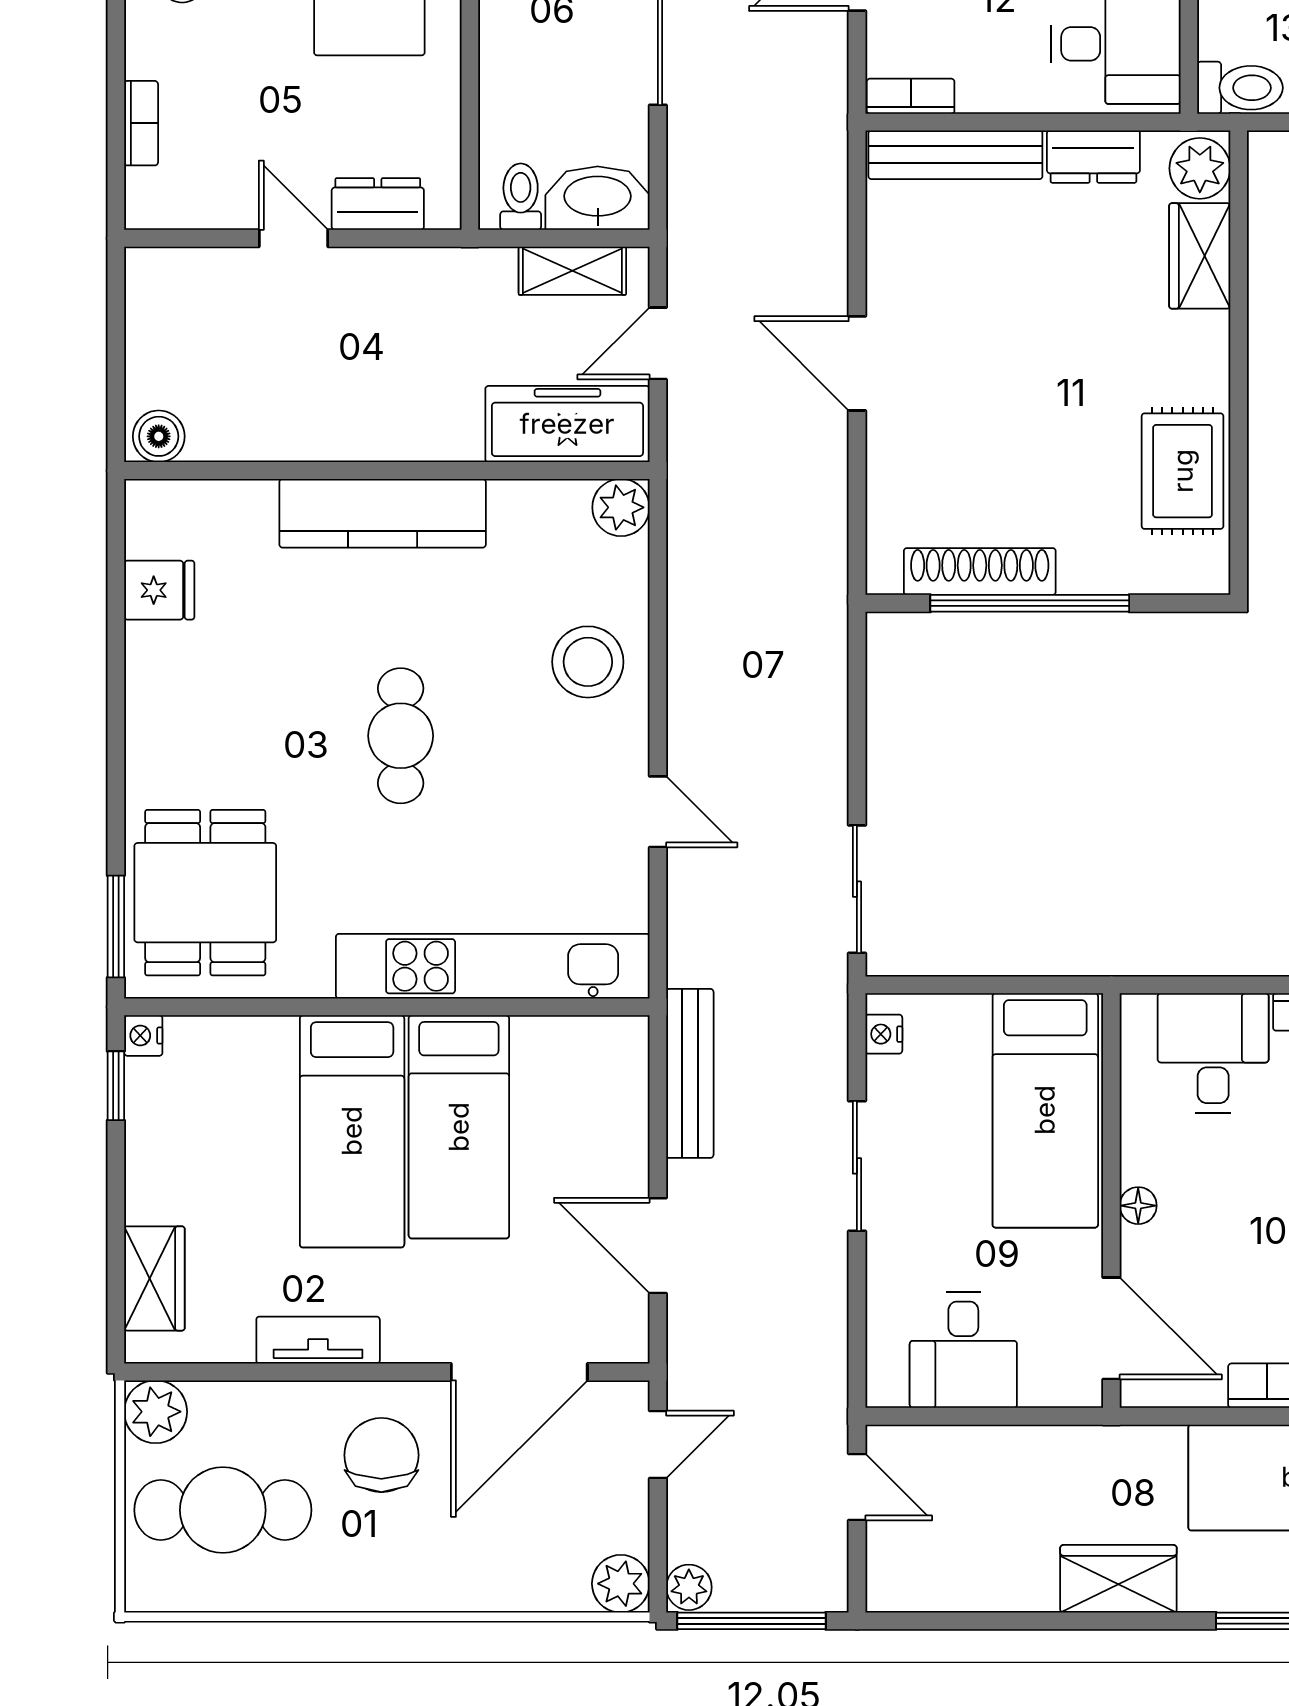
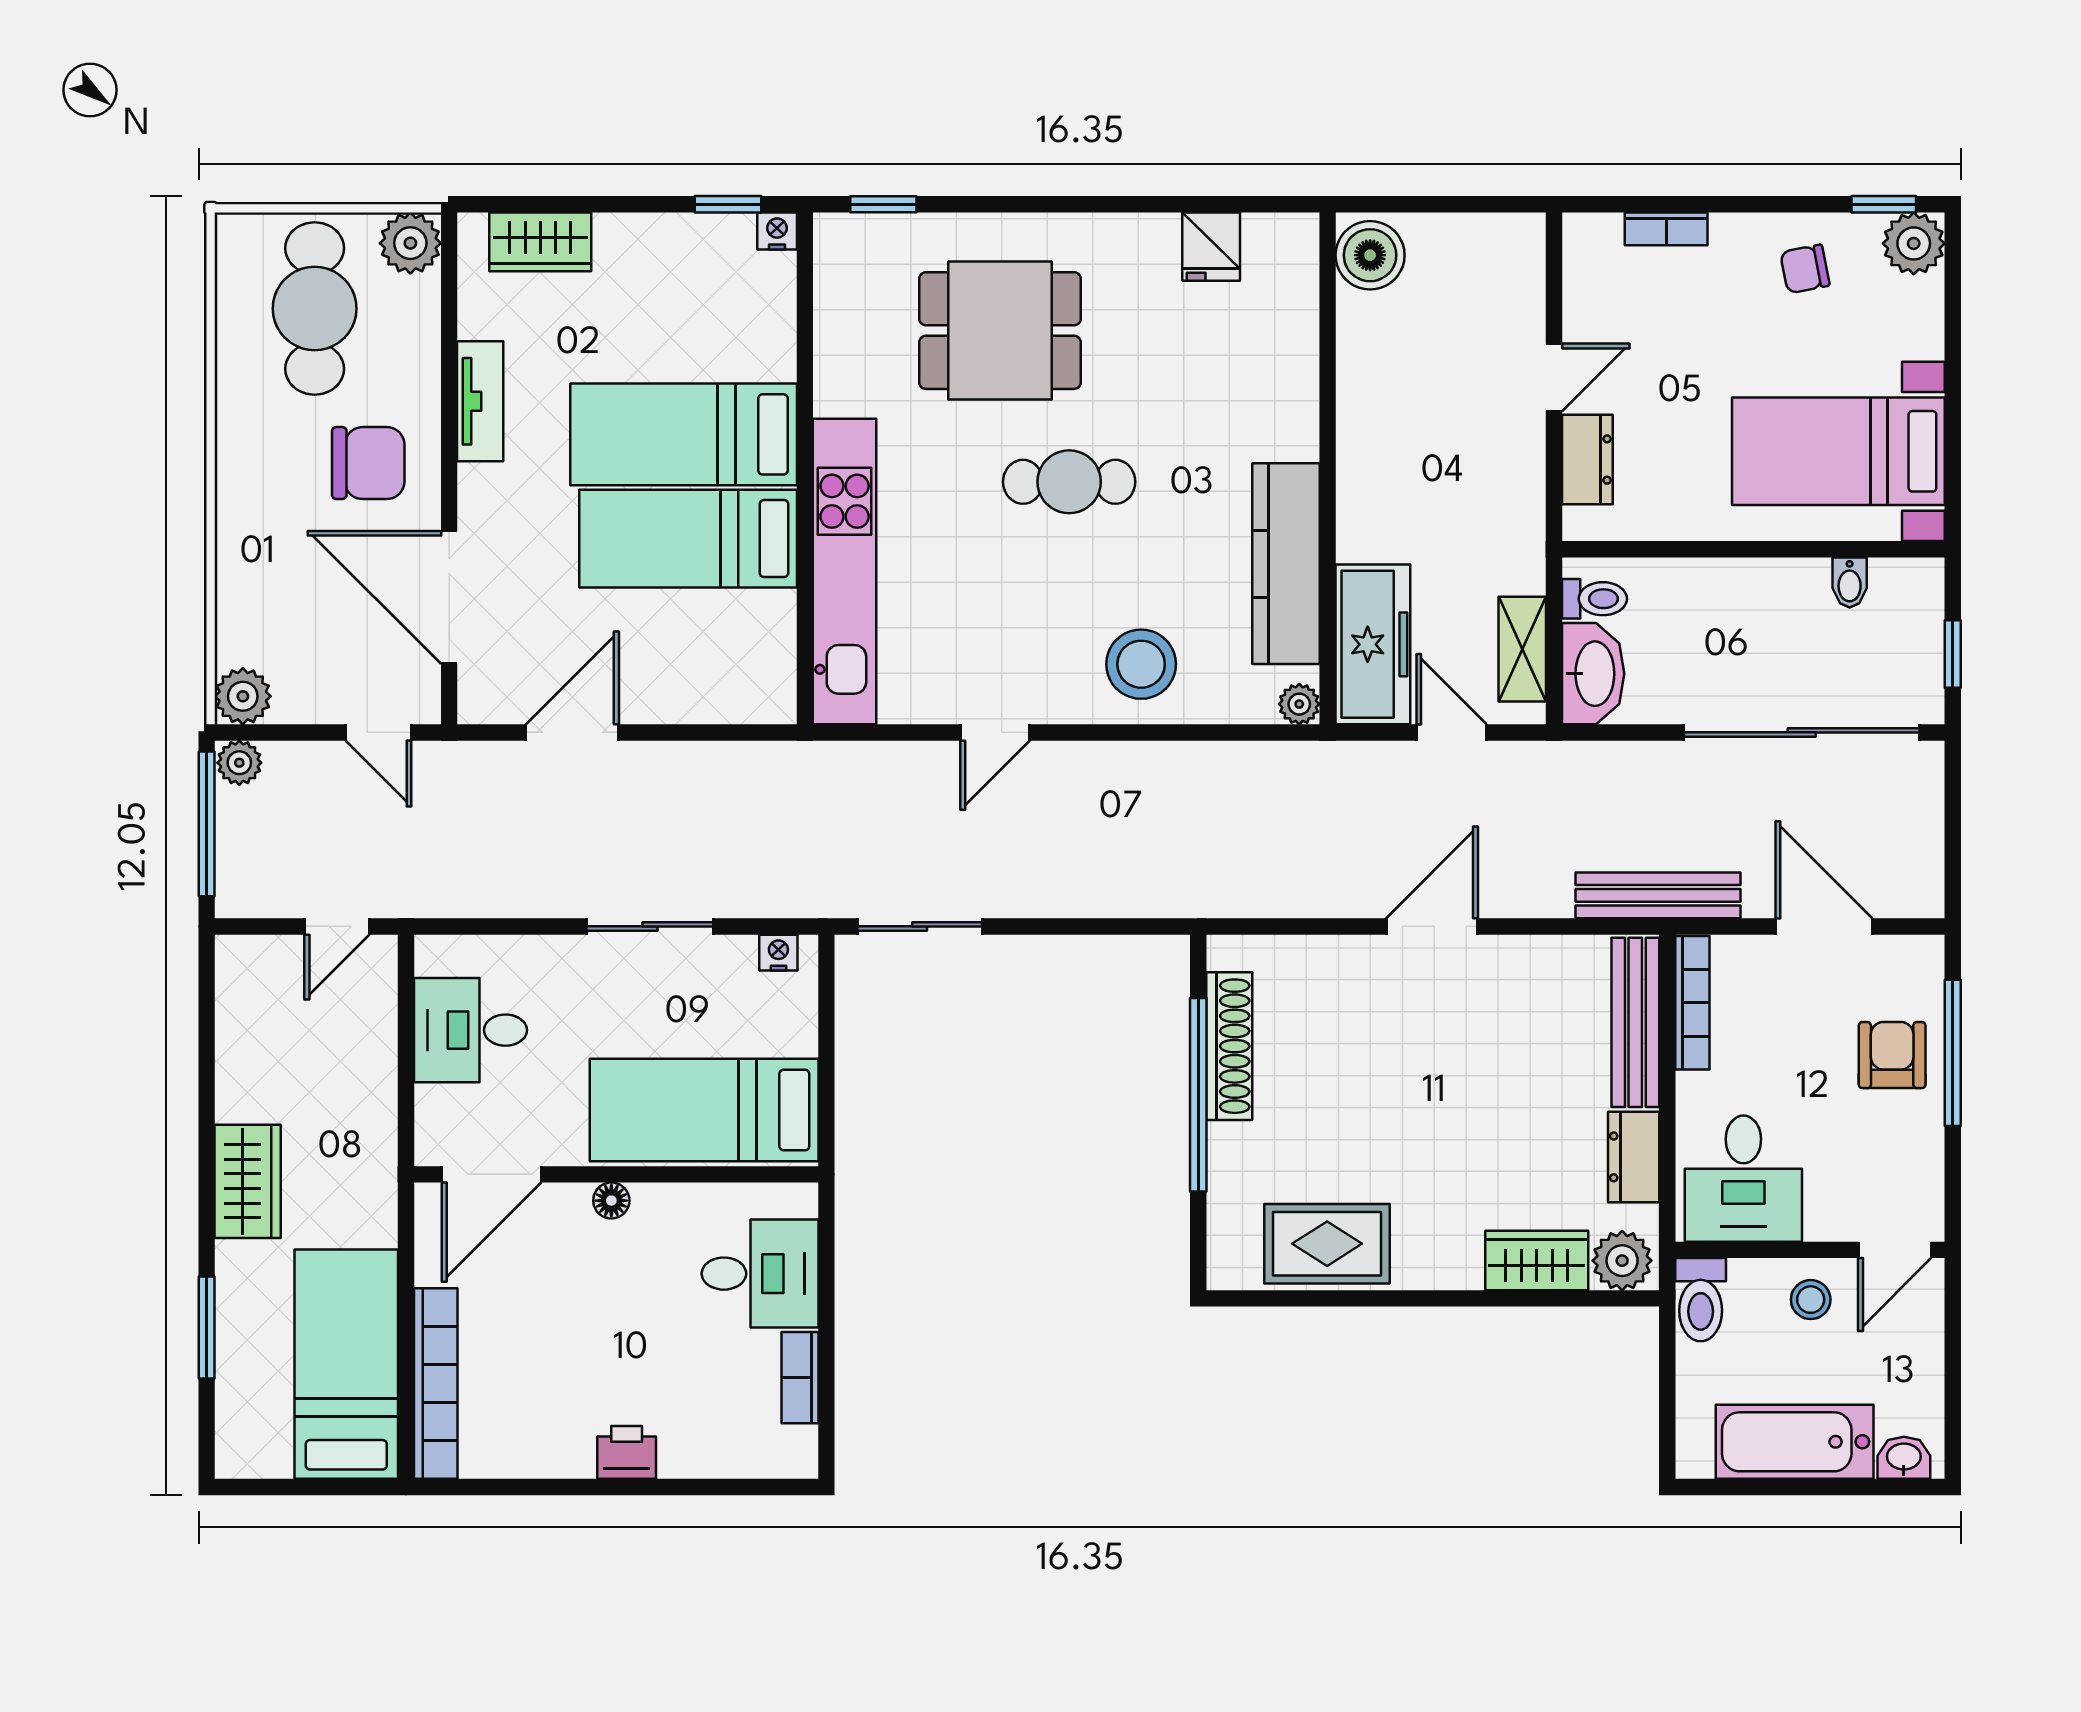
bookcase: (911, 96) -> (1692, 1003), width x1.56
boiler: (159, 436) -> (1370, 255), width x1.36, depth x1.36
plant: (621, 507) -> (1299, 704), width x0.73, depth x0.73
kitchen counter: (383, 513) -> (1286, 564), moved
dining table: (205, 893) -> (1000, 331), moved
window: (116, 926) -> (883, 204), width x0.67
bench: (690, 1073) -> (1658, 895), moved

